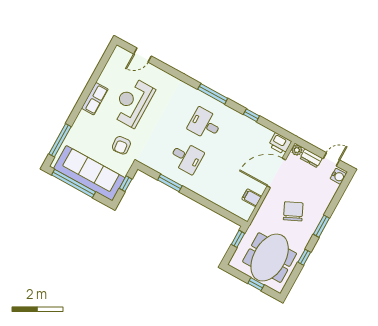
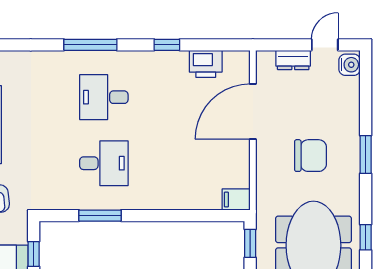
printer: (280, 144) -> (206, 64), moved
plant: (297, 150) -> (265, 60), removed
filing cabinet: (252, 198) -> (236, 199), moved
chair: (293, 211) -> (311, 156), turned 115
window: (304, 257) -> (366, 237), moved

